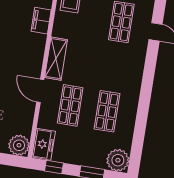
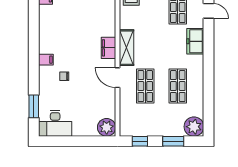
filing cabinet: (41, 21) -> (108, 48), moved
freezer: (44, 144) -> (195, 41), moved, turned 180

